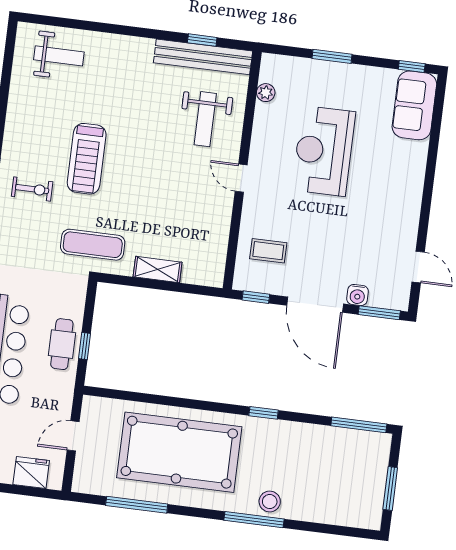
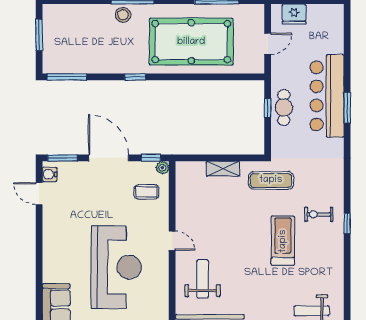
plant: (266, 93) -> (162, 168), moved
reception desk: (324, 151) -> (116, 267), width x1.36, depth x1.30
water cooler: (357, 295) -> (50, 174), moved, turned -90

